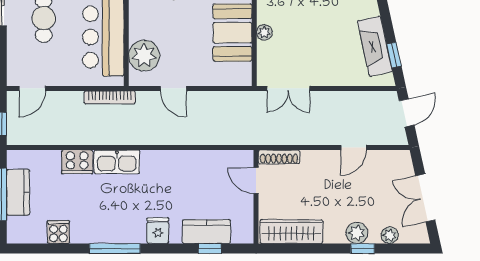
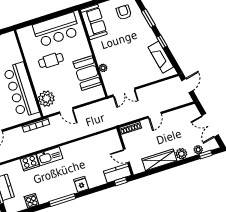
window: (394, 55) -> (162, 42), moved
door: (354, 148) -> (155, 115), moved
door: (256, 181) -> (126, 156), moved
kitchen counter: (206, 232) -> (117, 173), moved
wardrobe: (291, 232) -> (159, 160), moved
window: (210, 248) -> (121, 182), moved
window: (363, 248) -> (206, 155), moved

